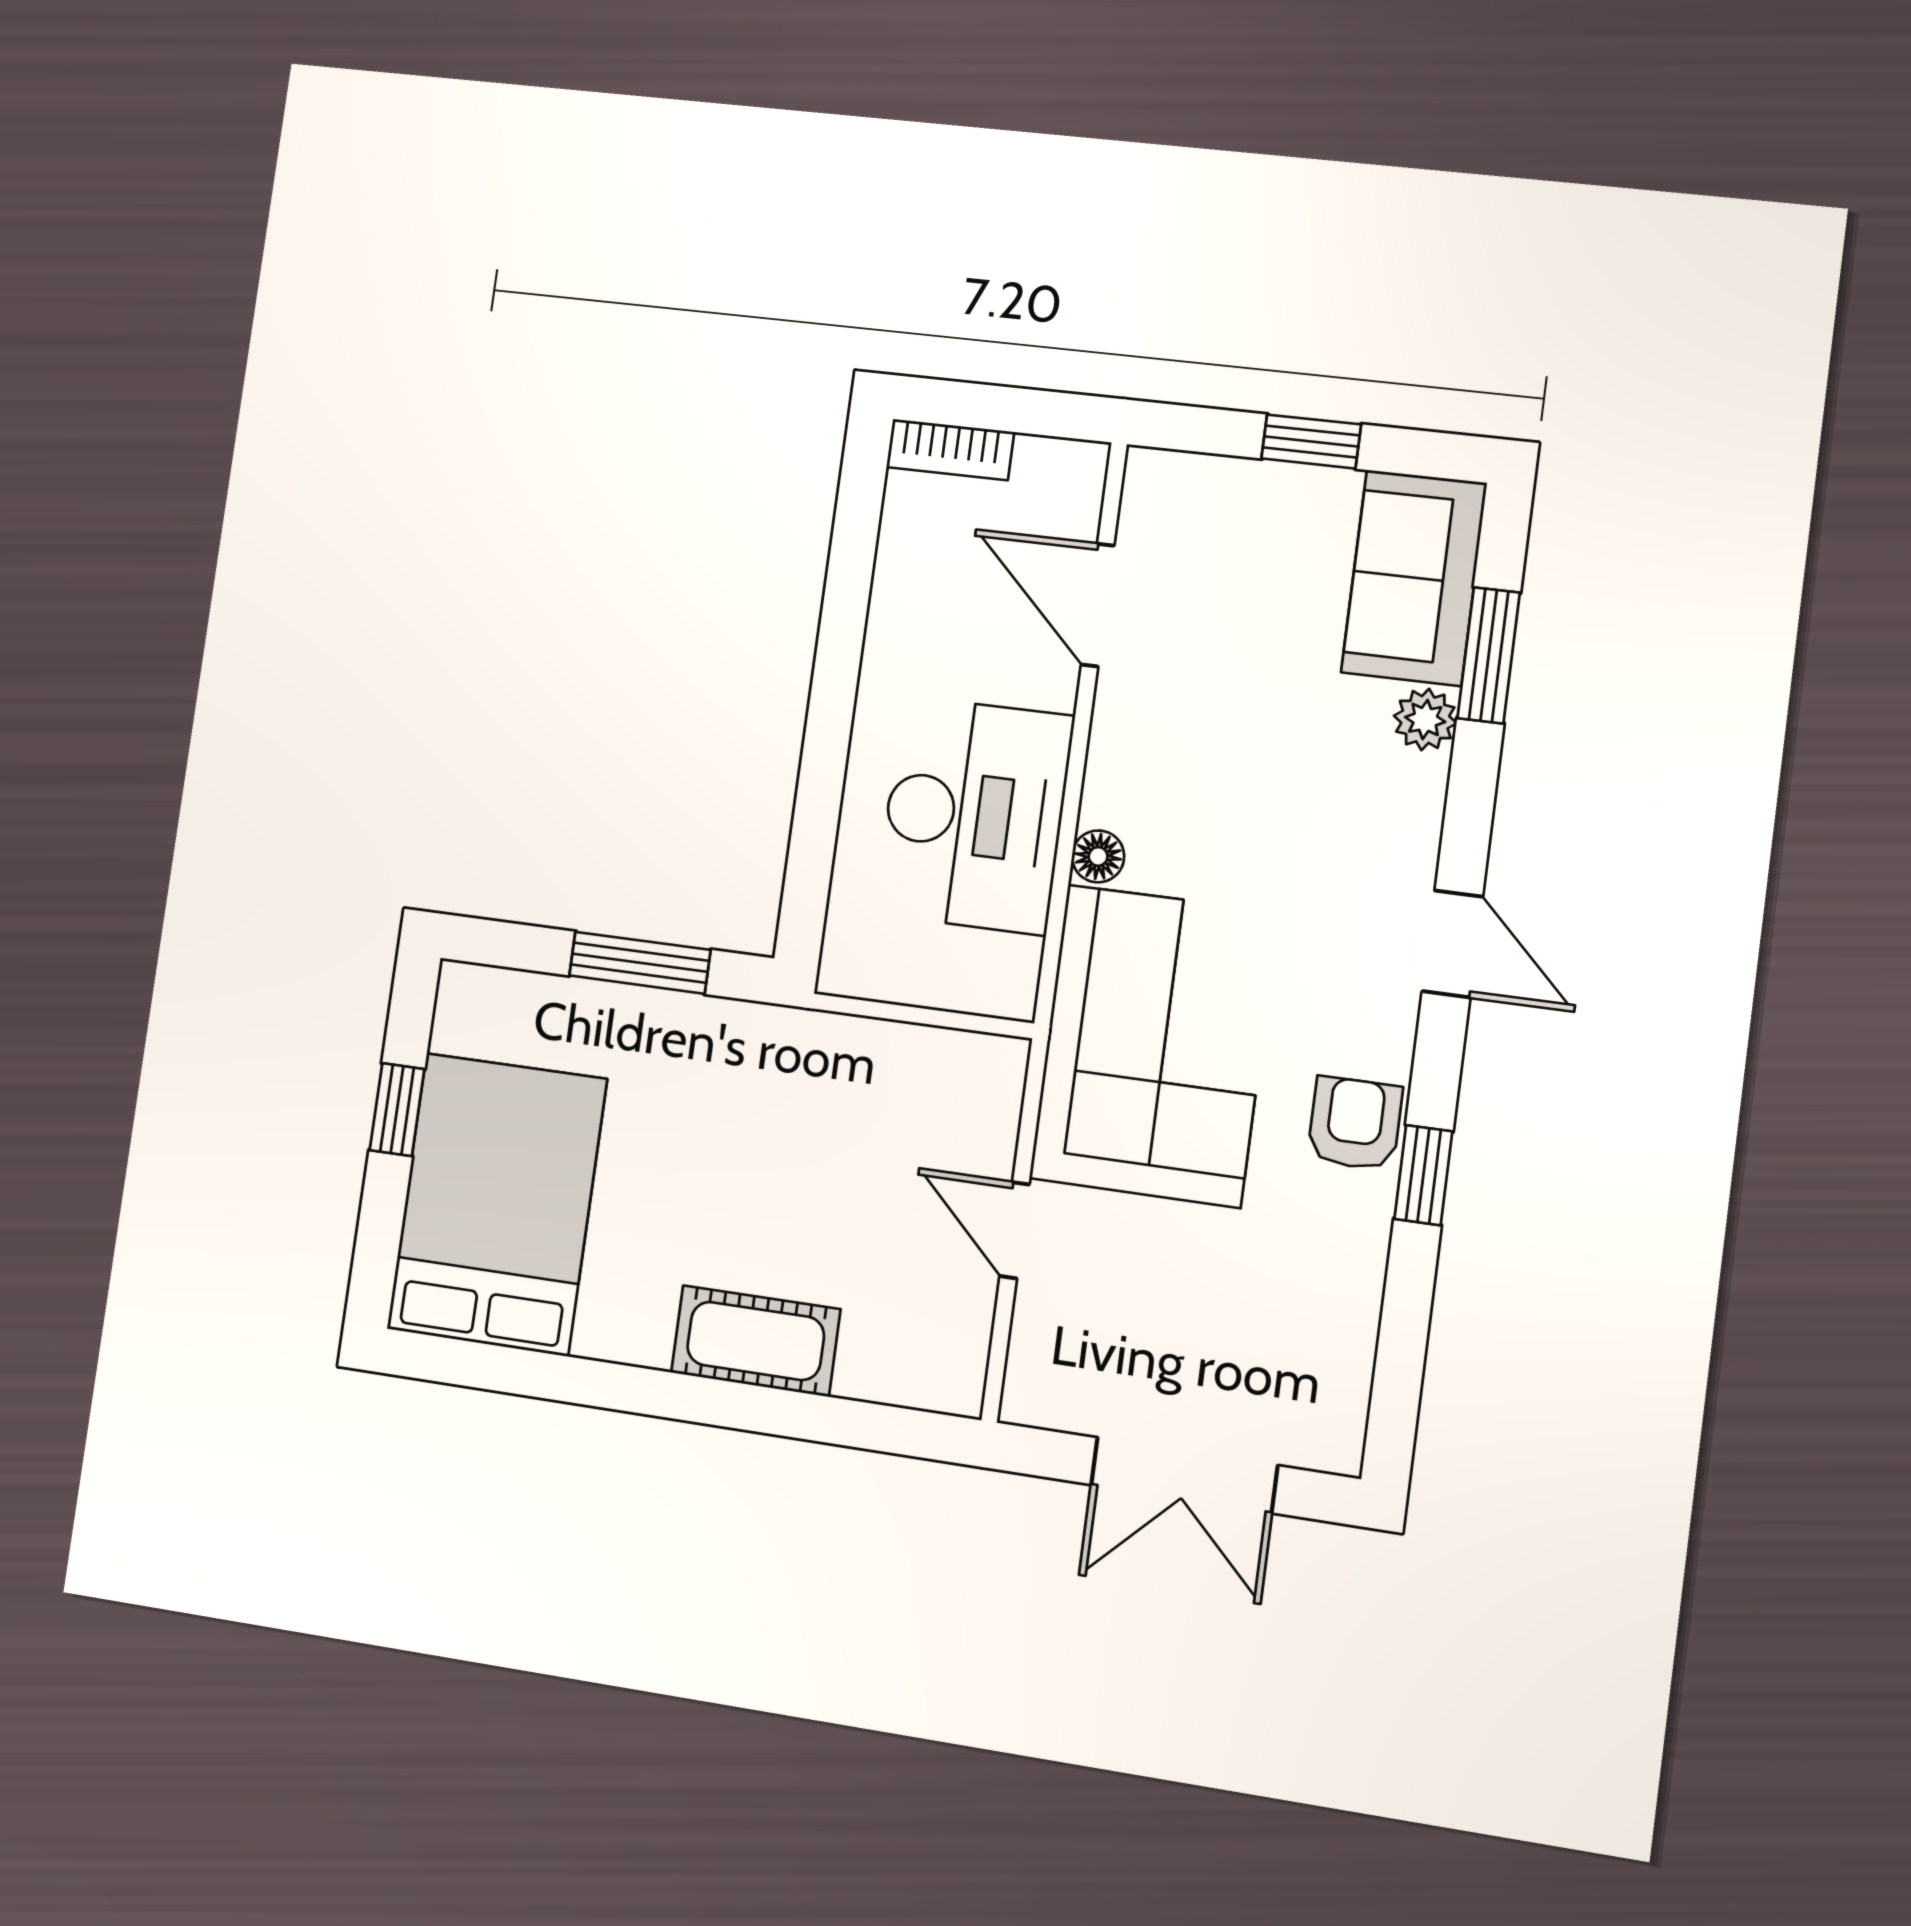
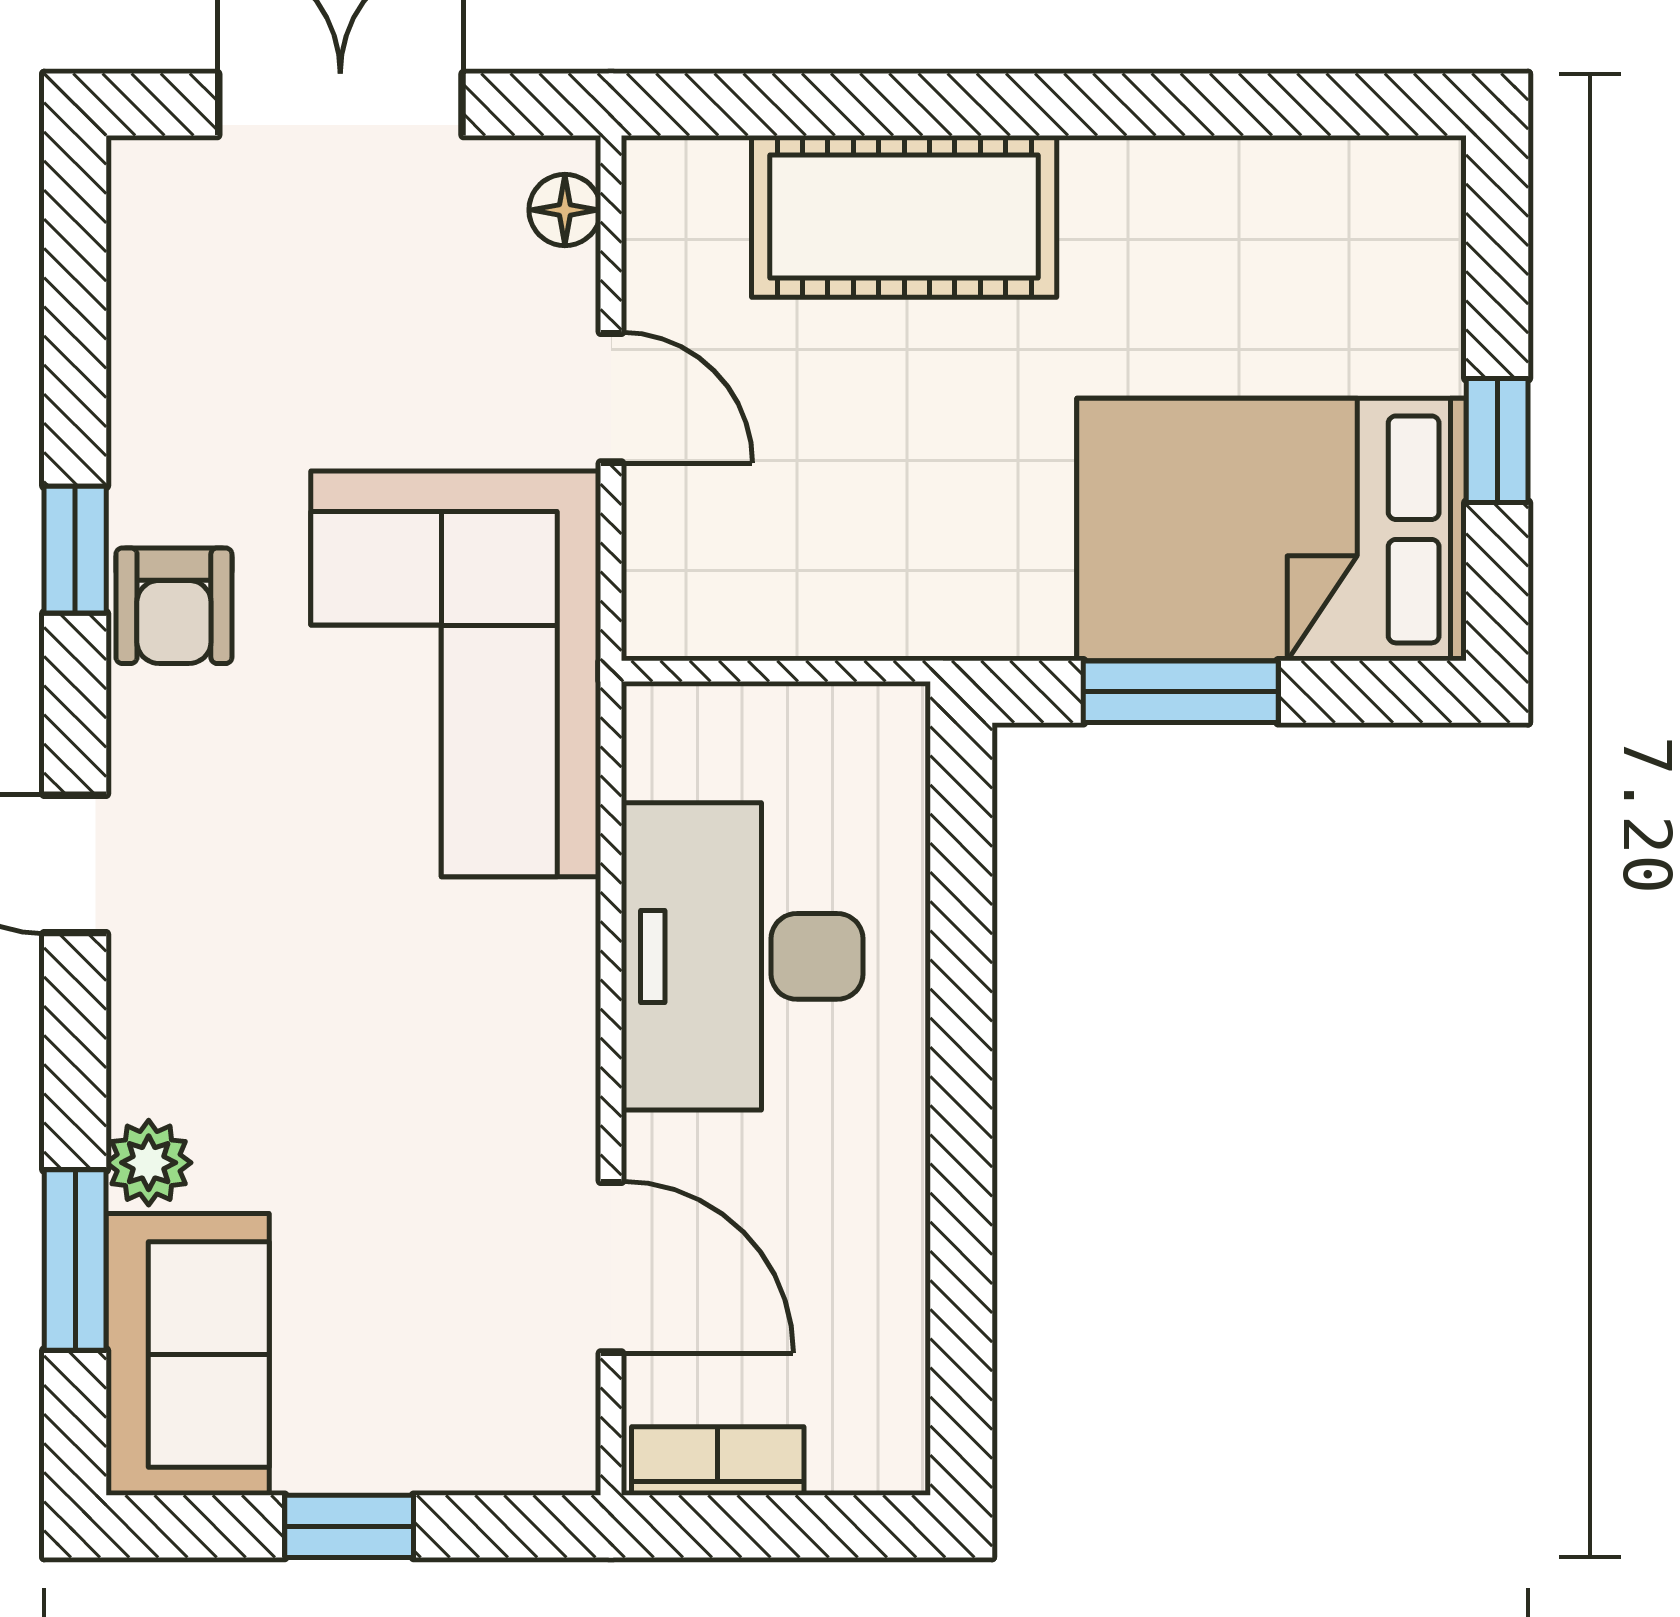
bookcase: (950, 450) -> (718, 1461), moved
floor lamp: (1098, 856) -> (565, 210), moved
bed: (497, 1204) -> (1272, 529), moved, turned 90
cot: (756, 1341) -> (904, 216), width x1.37, depth x1.34

